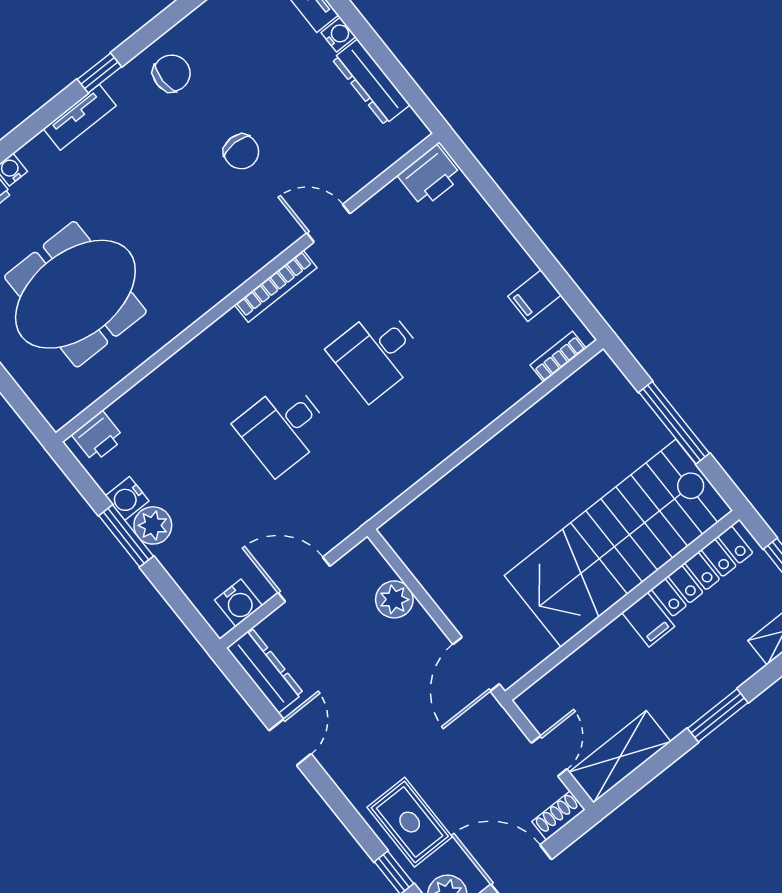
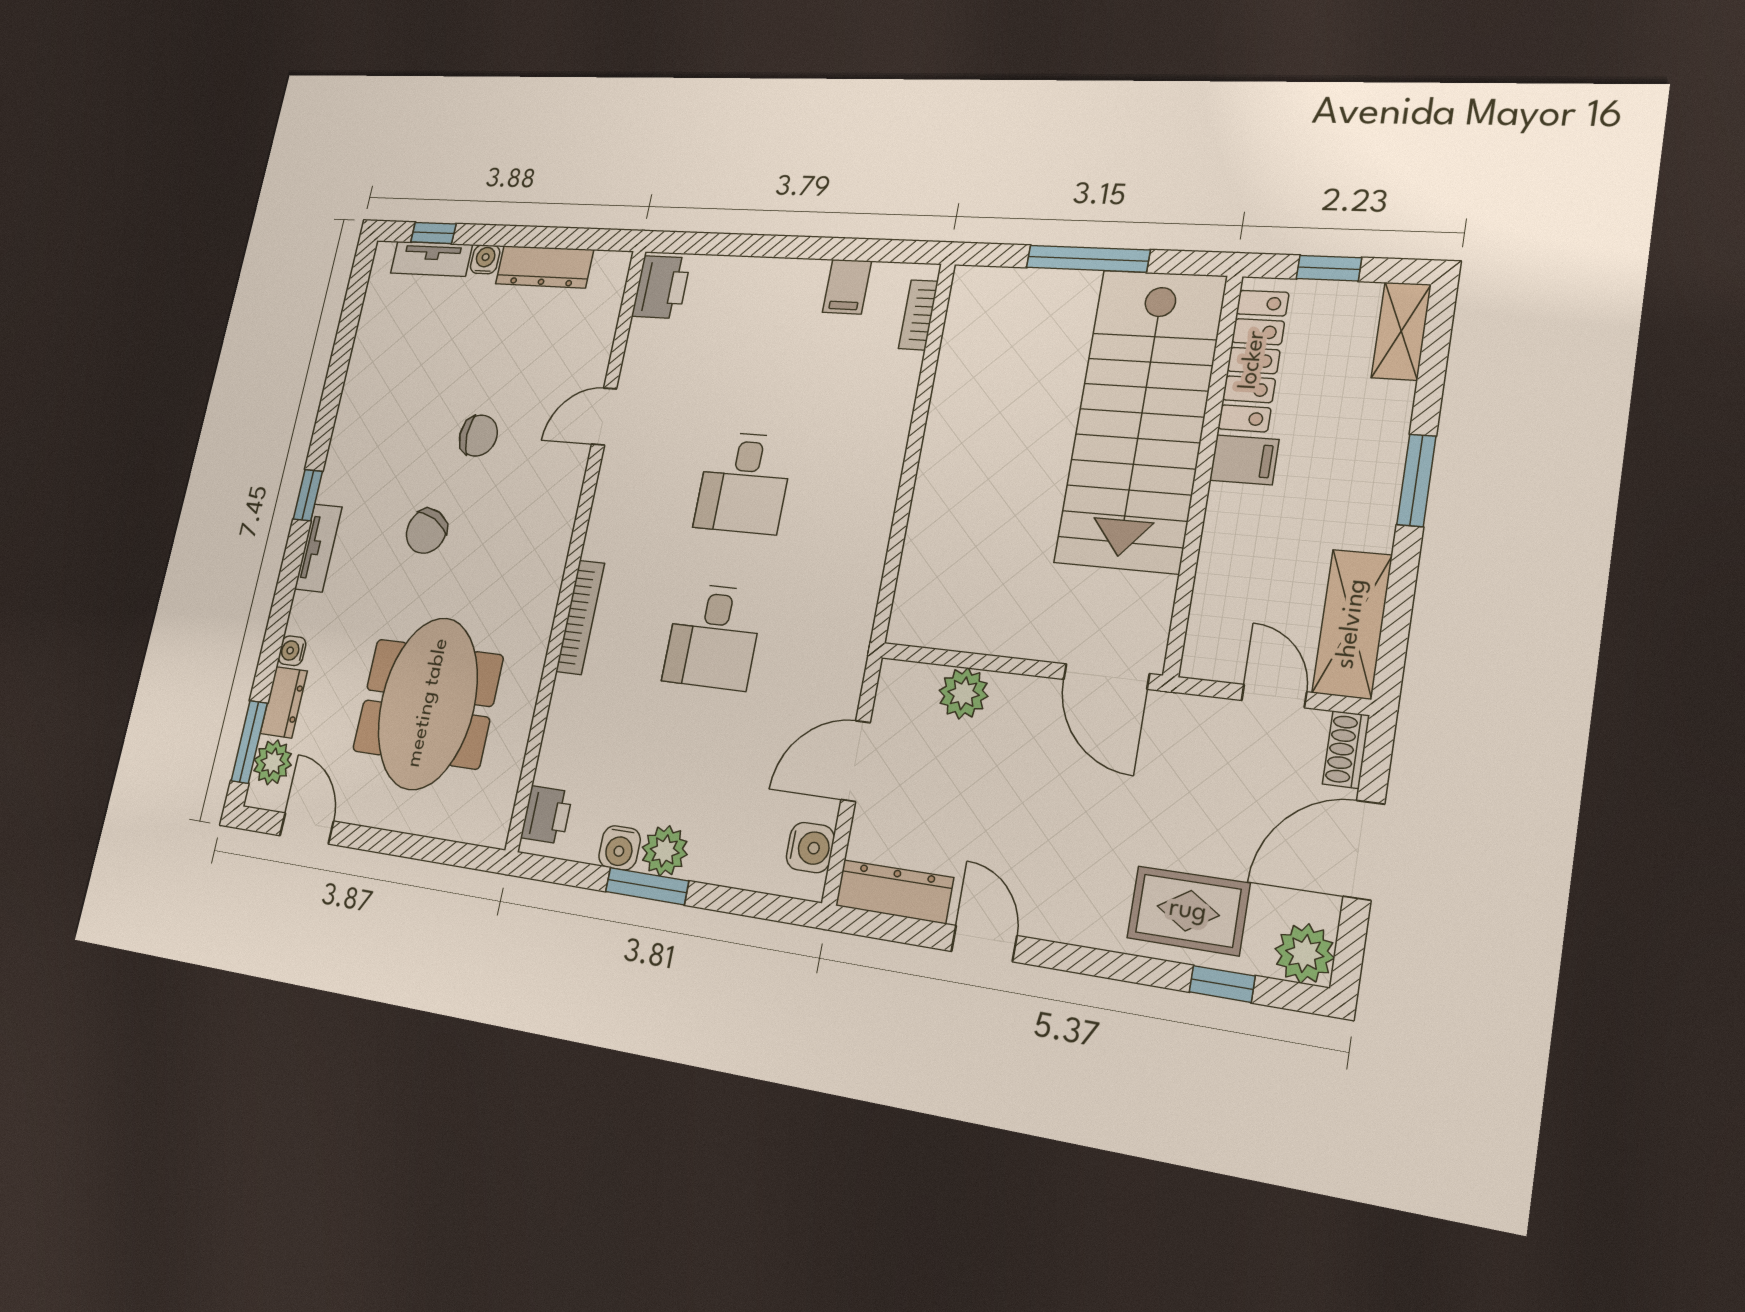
chair: (172, 73) -> (426, 531), moved, turned -153
bookcase: (276, 286) -> (580, 617), moved

